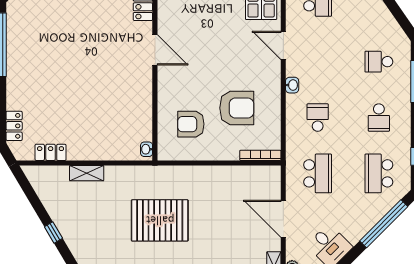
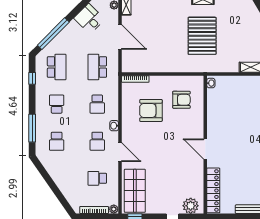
school desk: (318, 62) -> (97, 141), added
school desk: (379, 62) -> (57, 141), turned 90
pallet: (160, 220) -> (202, 36), turned 90

